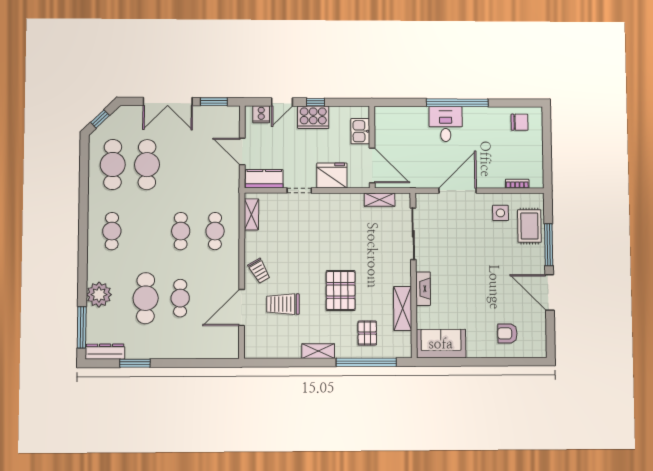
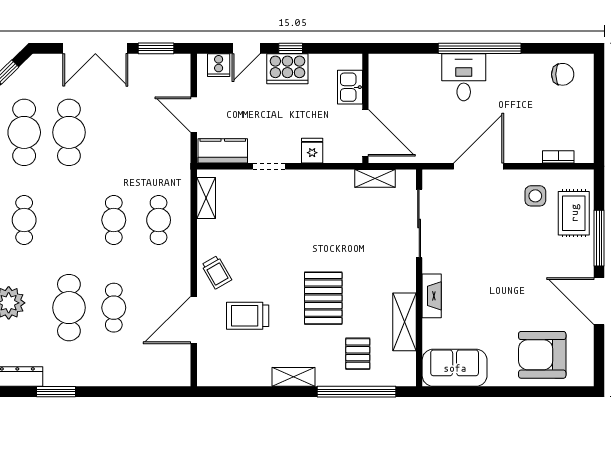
fridge: (332, 175) -> (312, 151), width x0.53, depth x0.75
armchair: (507, 333) -> (542, 355), width x1.88, depth x1.88

